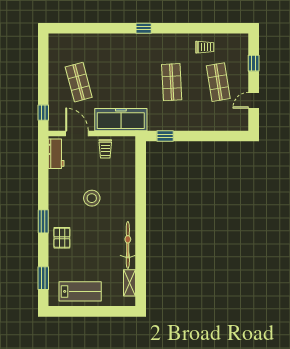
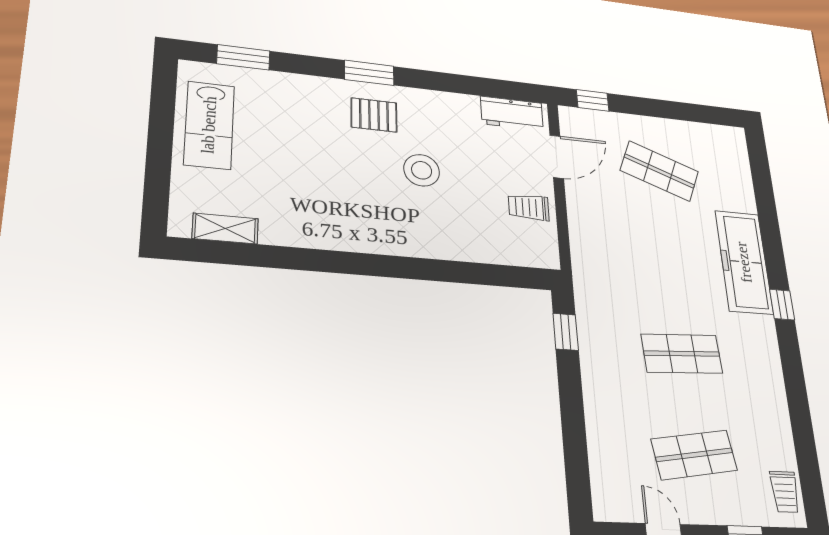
trolley: (205, 47) -> (785, 492), moved
shop shelf: (79, 82) -> (659, 171), turned 36
freezer: (121, 120) -> (744, 262), moved, turned 180
pallet: (62, 238) -> (374, 115), moved
bicycle: (128, 245) -> (316, 233), removed

